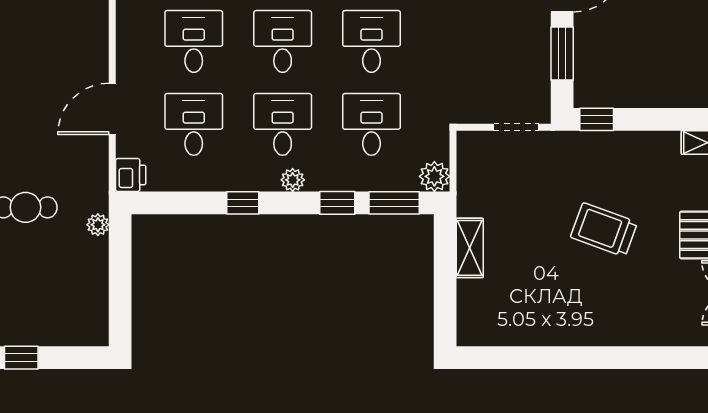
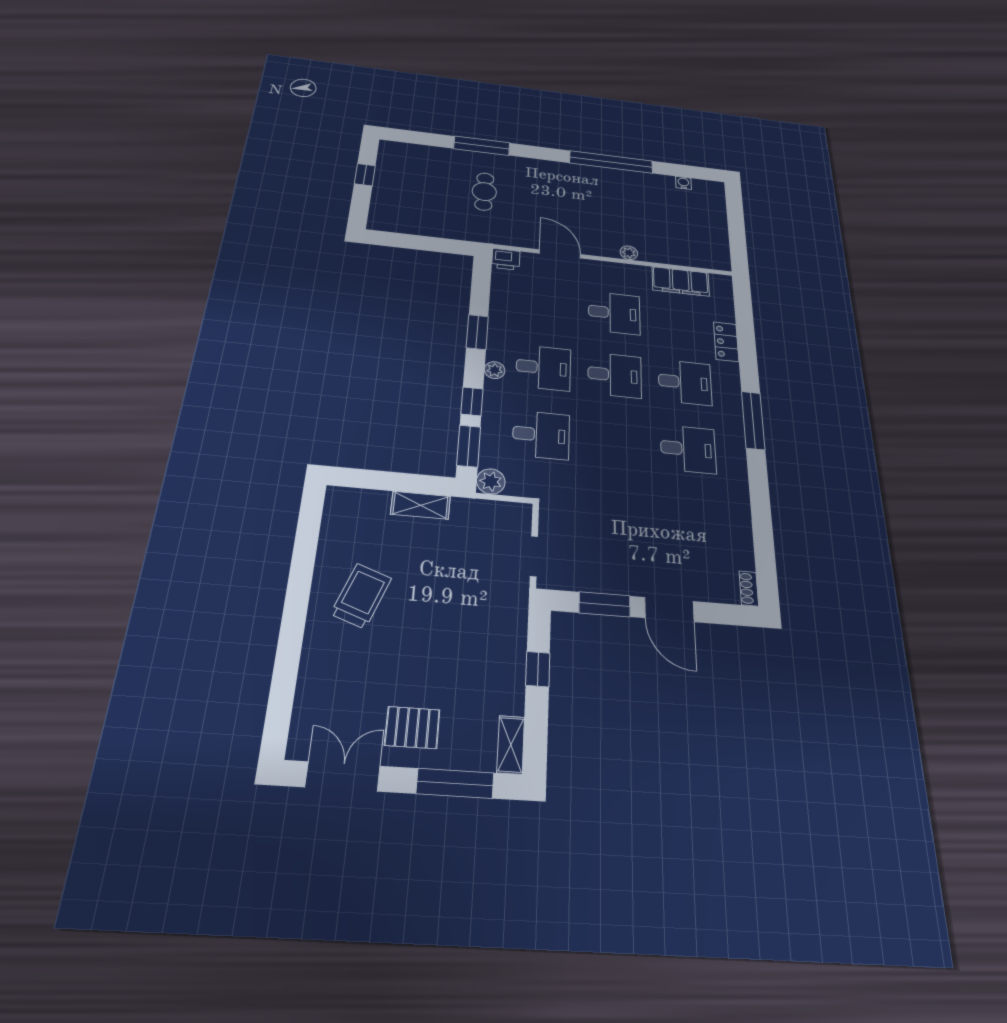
desk: (371, 41) -> (615, 442), removed
window: (597, 119) -> (538, 669), moved
desk: (194, 124) -> (546, 305), removed
window: (243, 203) -> (477, 332), width x1.50
plant: (98, 225) -> (629, 253), moved
trolley: (604, 230) -> (361, 596), moved

